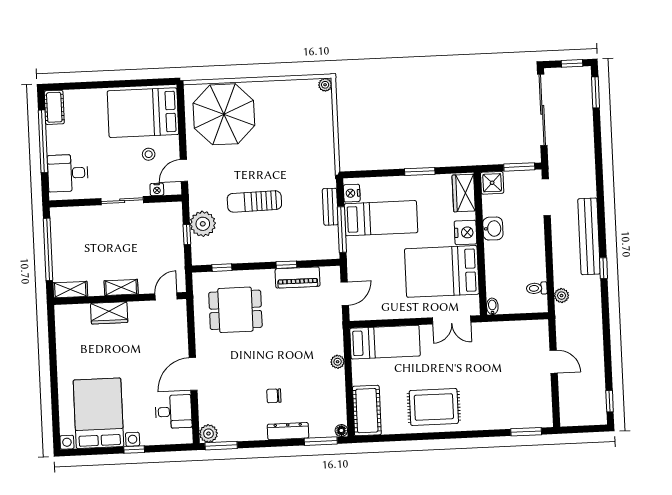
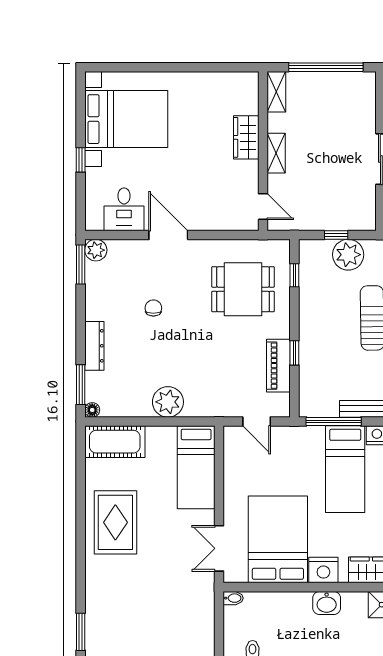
dining table: (235, 310) -> (243, 289), turned 90
plant: (338, 362) -> (168, 402), width x1.88, depth x1.88
chair: (274, 396) -> (153, 308), moved

